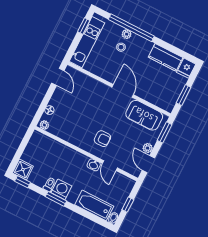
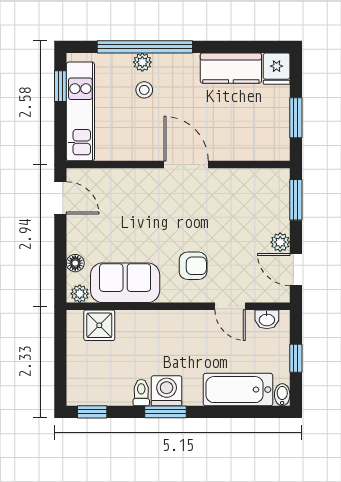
sofa: (144, 115) -> (125, 283), moved, turned 180
washbasin: (94, 165) -> (267, 319), moved
shower: (23, 170) -> (99, 325), moved

